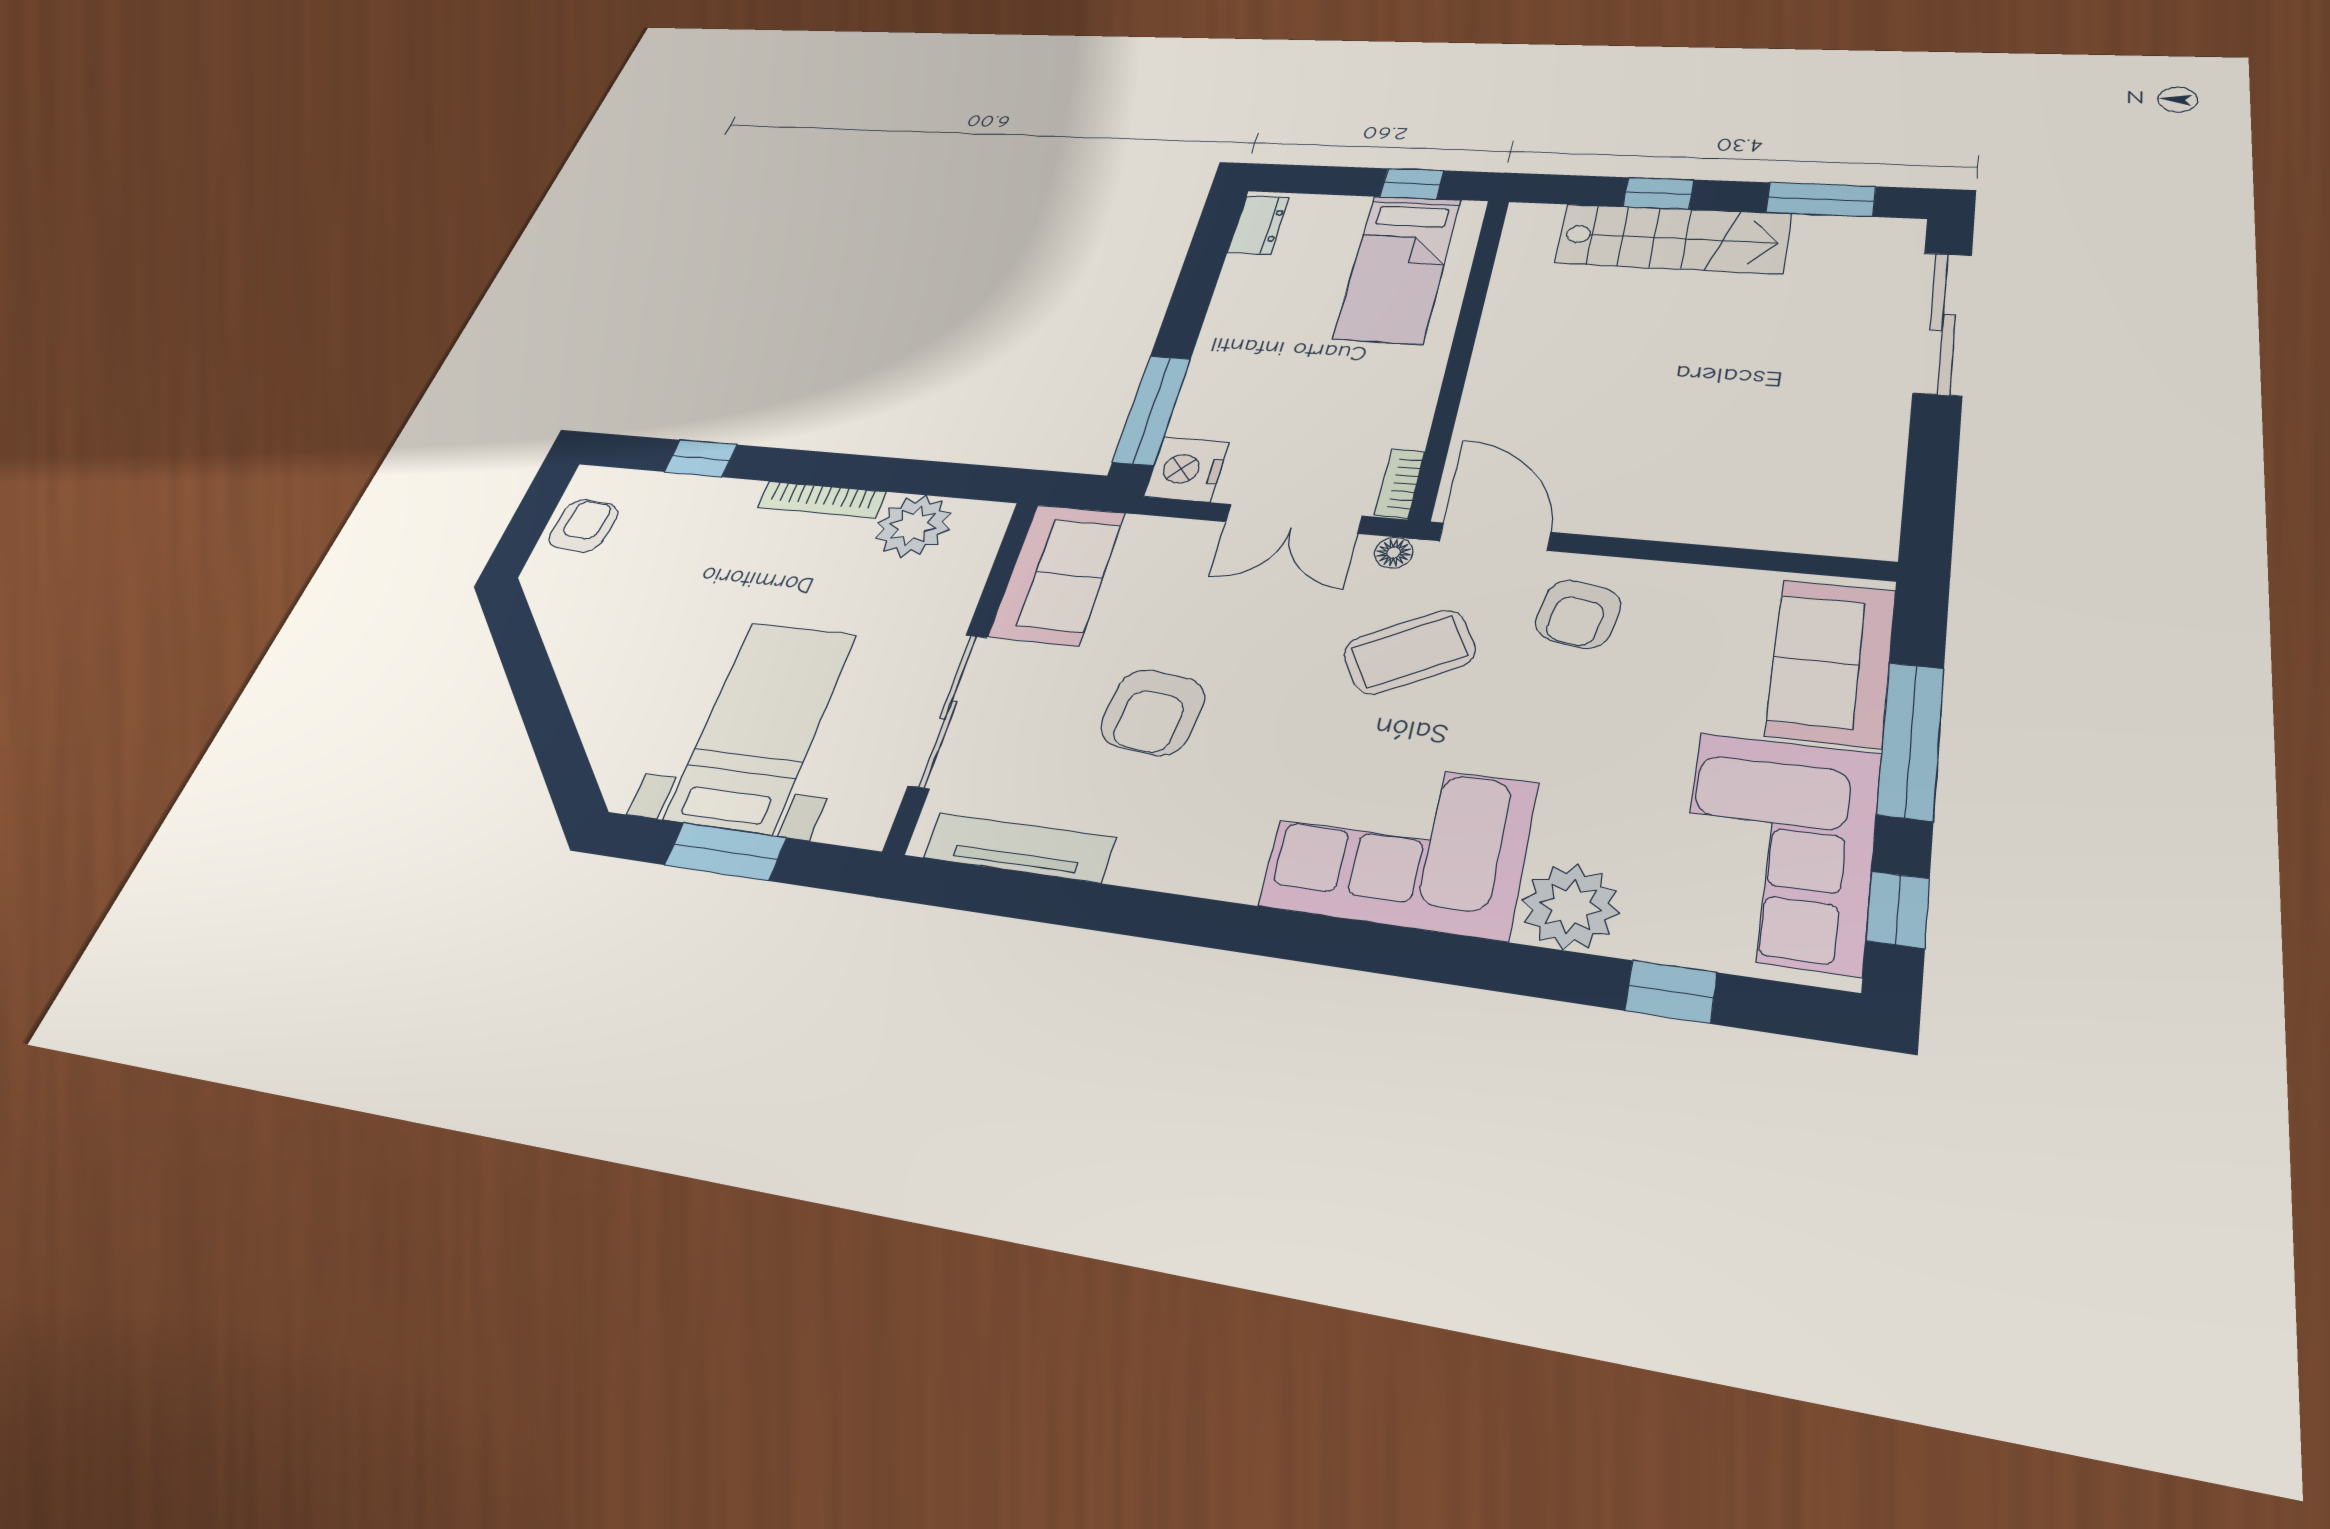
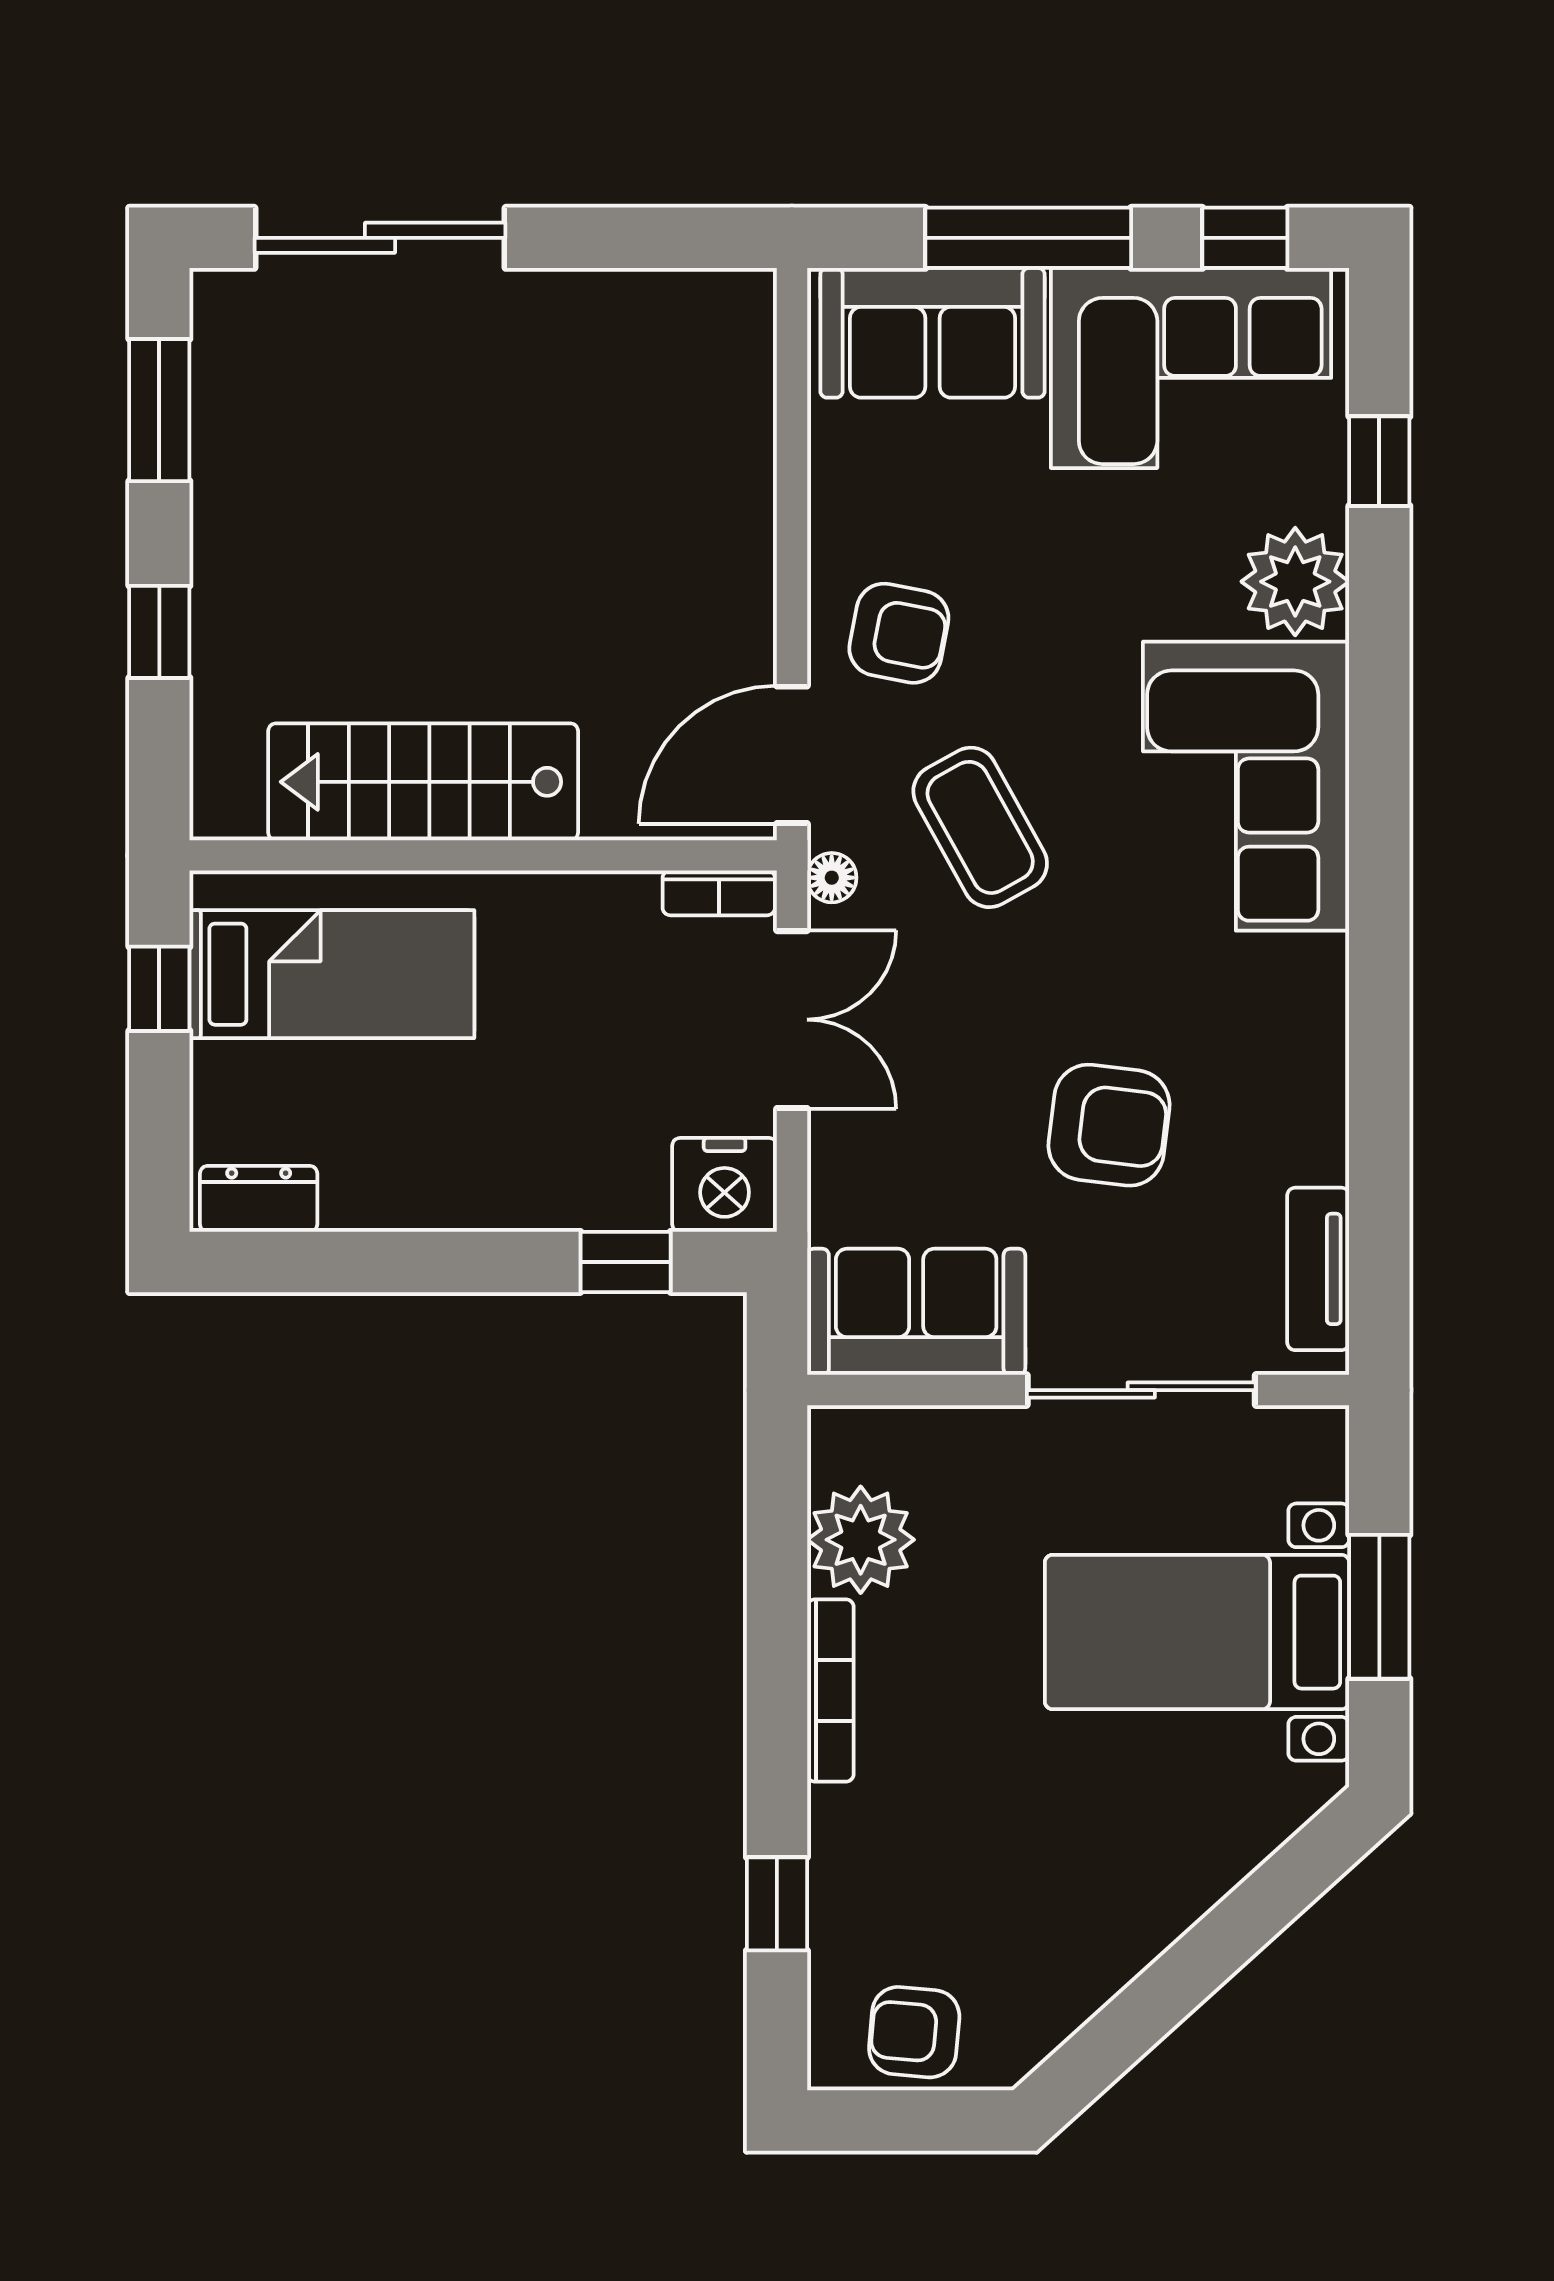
stairs: (1672, 238) -> (423, 782), moved, turned -90
window: (1152, 410) -> (626, 1262), width x0.46
tv unit: (1019, 848) -> (1318, 1269), width x0.71

